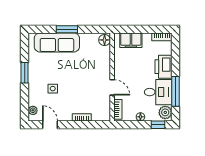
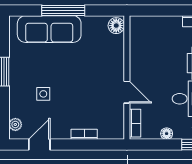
window: (67, 29) -> (63, 10), width x1.44
filing cabinet: (131, 40) -> (153, 26), removed
door: (50, 125) -> (39, 145), hinge flipped

